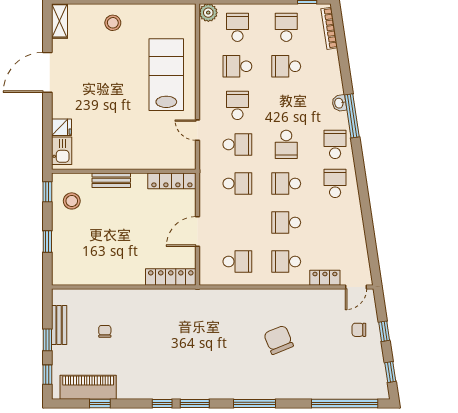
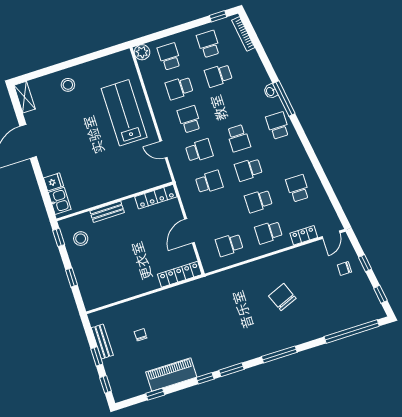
school desk: (335, 183) -> (298, 188), moved
school desk: (237, 262) -> (229, 245), turned 180
piano: (88, 387) -> (171, 374), moved

